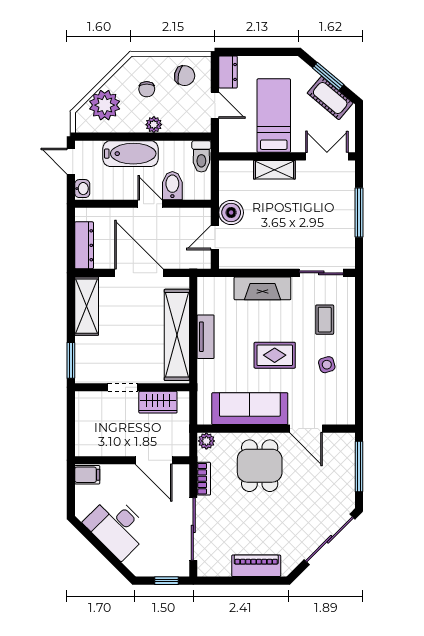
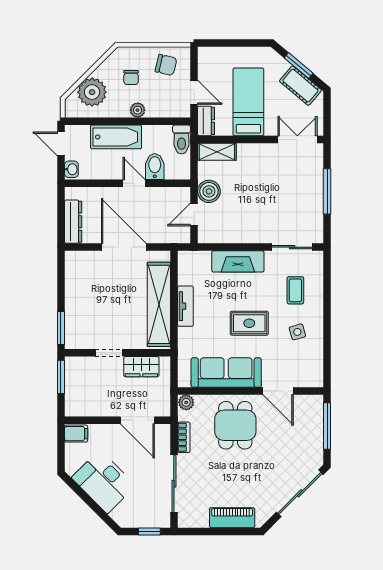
dresser: (228, 72) -> (206, 121), moved
shelving: (274, 170) -> (217, 152), moved
shelving: (87, 306) -> (75, 278), removed
window: (71, 413) -> (61, 377), added

